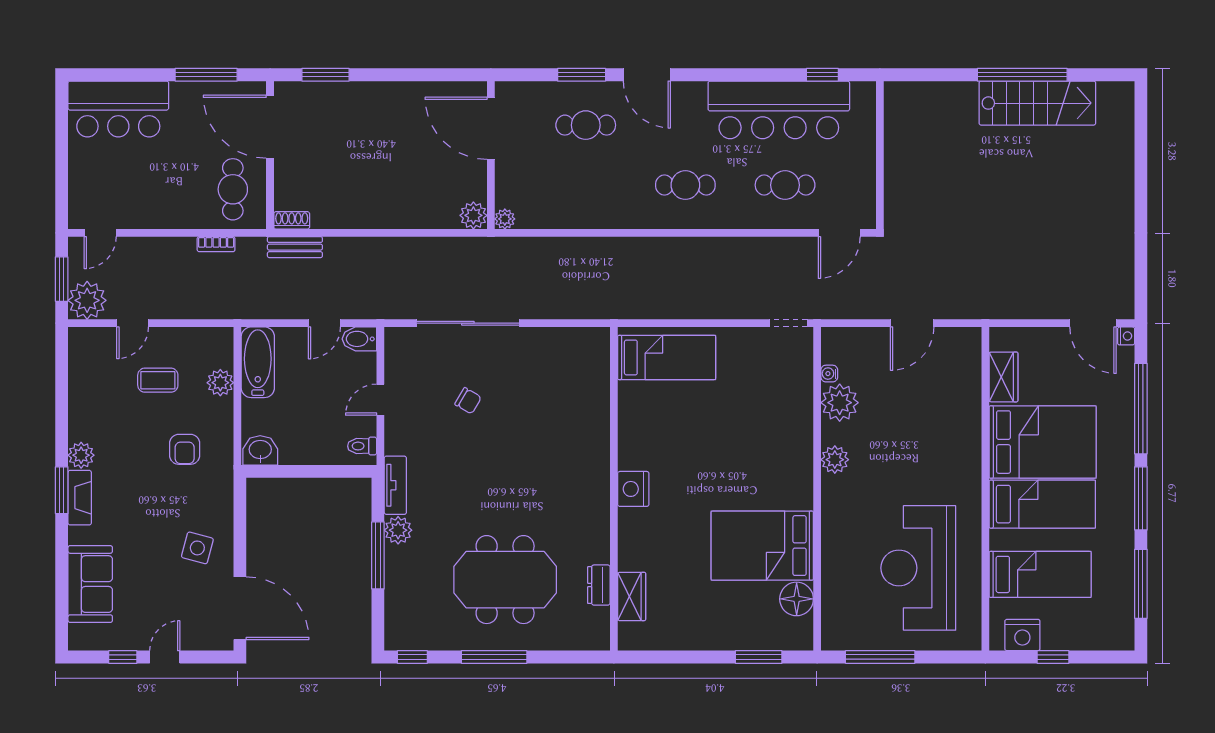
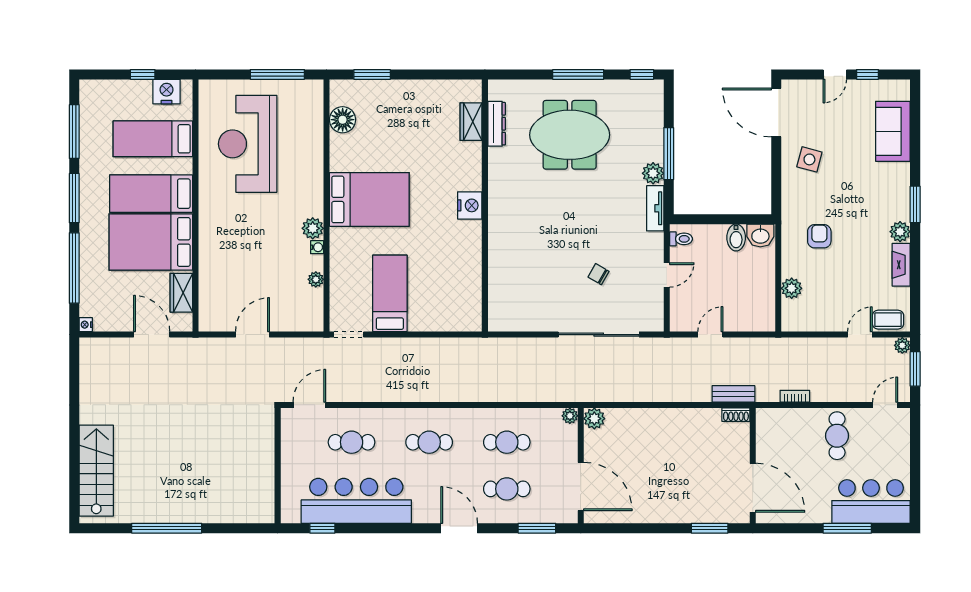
window: (206, 75) -> (847, 528), moved
window: (582, 75) -> (537, 528), moved
stairs: (1037, 103) -> (96, 471), moved, turned 90
cafe table: (586, 185) -> (507, 442), added
cafe table: (233, 189) -> (837, 436), moved
plant: (87, 300) -> (902, 345), width x0.53, depth x0.53
door: (1093, 323) -> (152, 335), moved
bidet: (359, 339) -> (736, 237), moved, turned 90
bed: (667, 357) -> (390, 293), moved, turned 90
bathtub: (258, 362) -> (762, 304), removed
water cooler: (829, 374) -> (317, 247), moved
coffee table: (158, 380) -> (888, 320), moved
plant: (840, 403) -> (316, 279), width x0.53, depth x0.53
fireplace: (80, 498) -> (901, 265), moved
bed: (762, 546) -> (369, 199), moved
reception desk: (918, 568) -> (248, 144), turned 180
dresser: (599, 585) -> (497, 124), width x1.44

